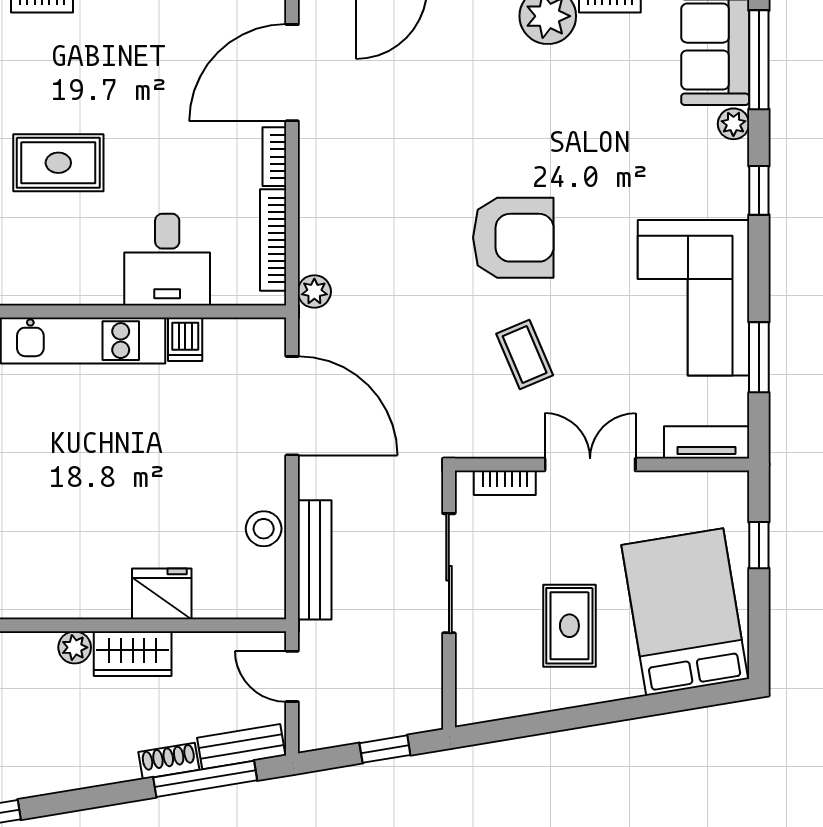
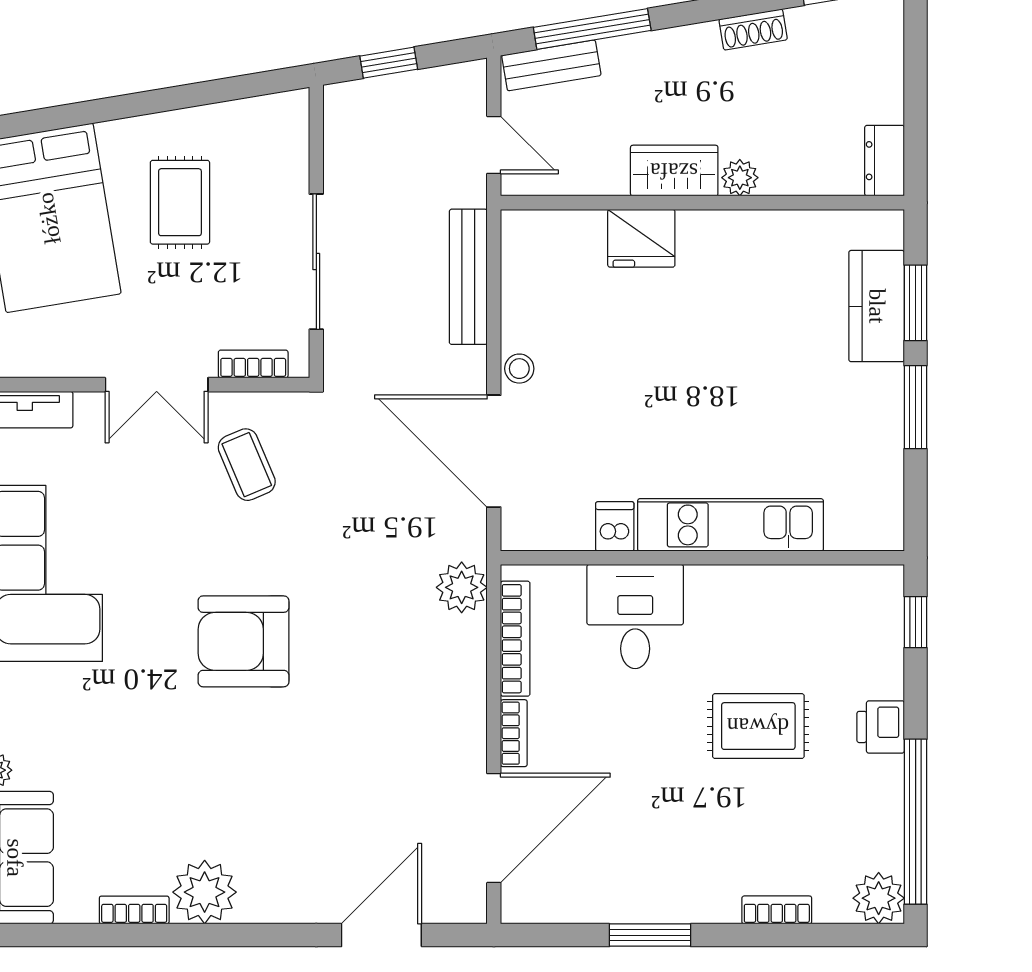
plant: (314, 291) -> (462, 587), width x1.38, depth x1.38
coffee table: (525, 354) -> (247, 465), moved
stool: (264, 529) -> (519, 369), moved, width x0.73, depth x0.73
shoe rack: (169, 761) -> (753, 30), moved

